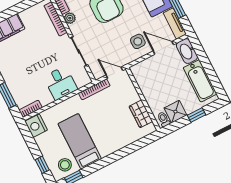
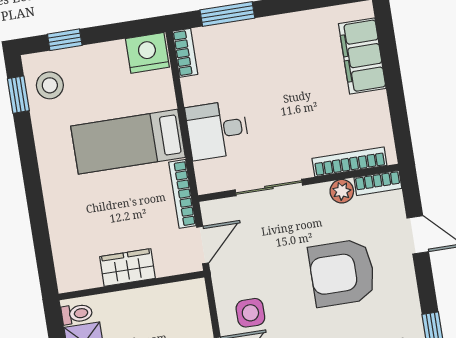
wardrobe: (141, 114) -> (128, 267), moved
bed: (80, 141) -> (128, 142), moved, turned 180

